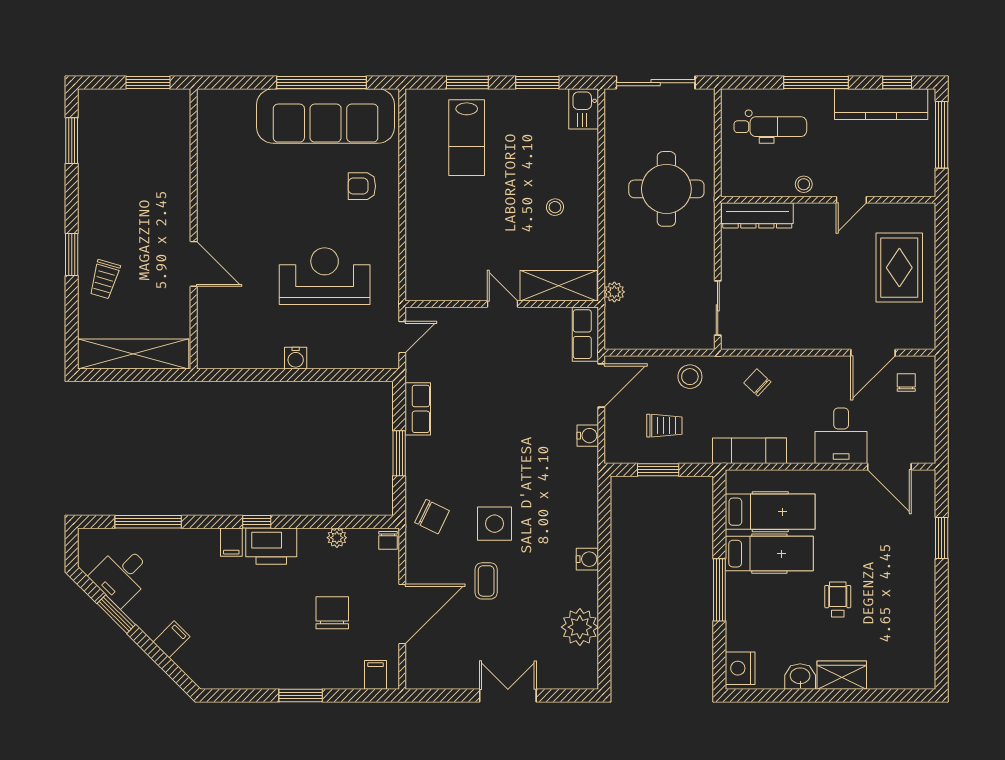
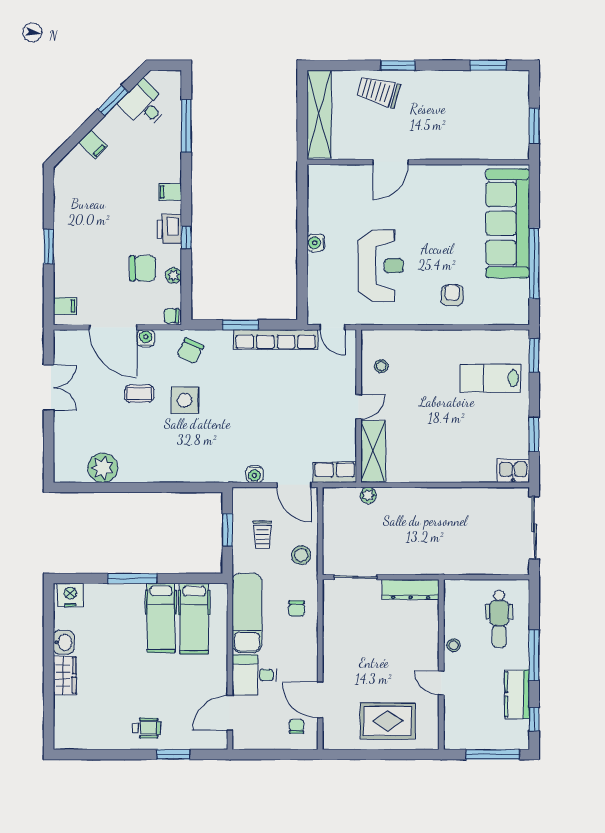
window: (467, 83) -> (534, 356), moved
kitchen counter: (881, 104) -> (517, 694), width x0.67
sofa: (326, 116) -> (508, 223), moved
round table: (666, 189) -> (450, 536), removed
stool: (555, 207) -> (381, 366), moved
dresser: (757, 215) -> (411, 590), moved, turned -90
trolley: (104, 279) -> (378, 91), width x1.36, depth x1.39
chair: (757, 382) -> (297, 608), turned 137
chair: (906, 382) -> (297, 726), turned -90
row of seats: (418, 409) -> (276, 340), width x2.02
exam couch: (750, 451) -> (247, 613), width x1.36, depth x1.45
window: (257, 522) -> (186, 237), moved
printer: (271, 546) -> (169, 229), width x0.73, depth x0.84
water cooler: (587, 559) -> (146, 338), moved, turned 180
wheelchair: (838, 599) -> (146, 728), moved
chair: (332, 613) -> (143, 268), moved
double door: (508, 695) -> (49, 388), moved

